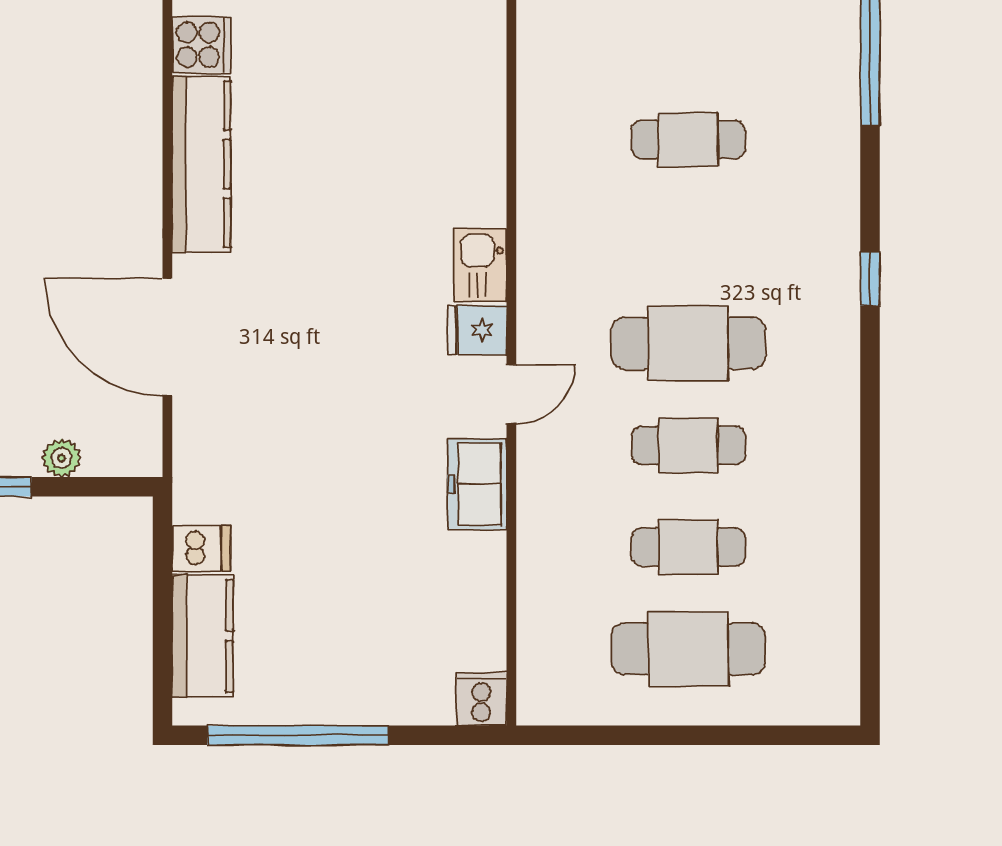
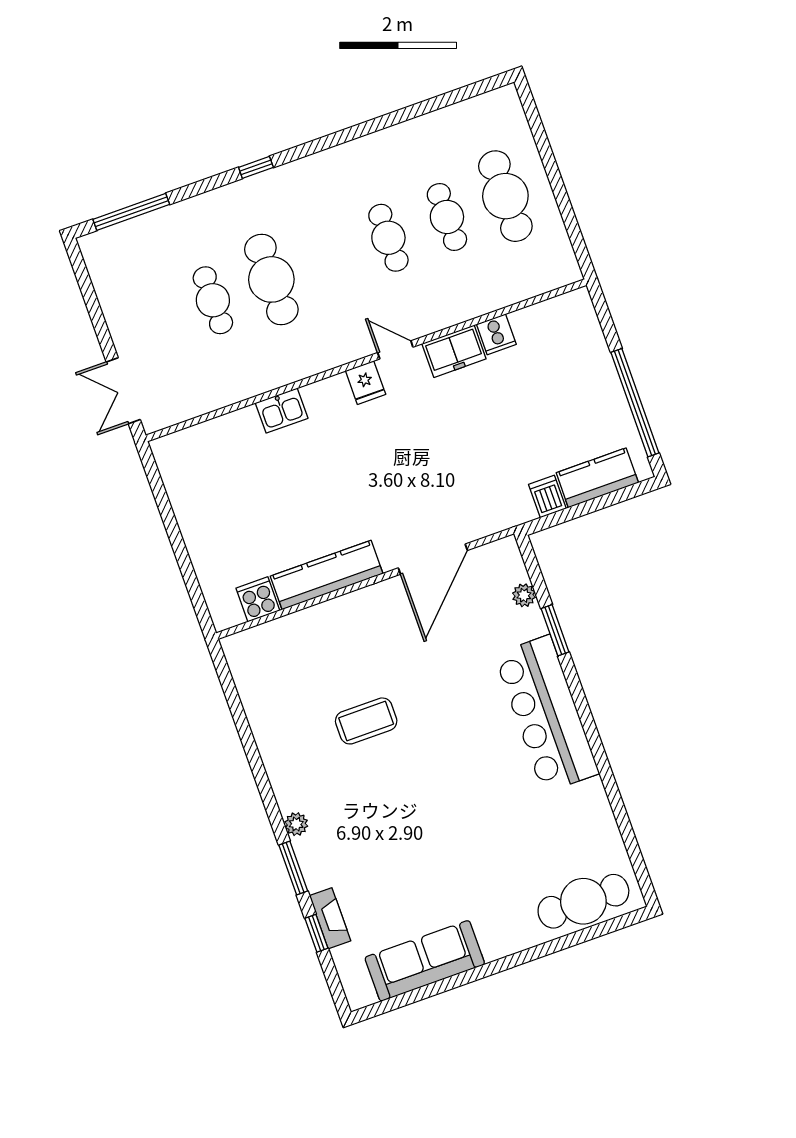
kitchen sink: (480, 265) -> (282, 411), moved
cafe table: (688, 343) -> (271, 279), moved
cooker: (481, 699) -> (496, 334), moved, turned -90

